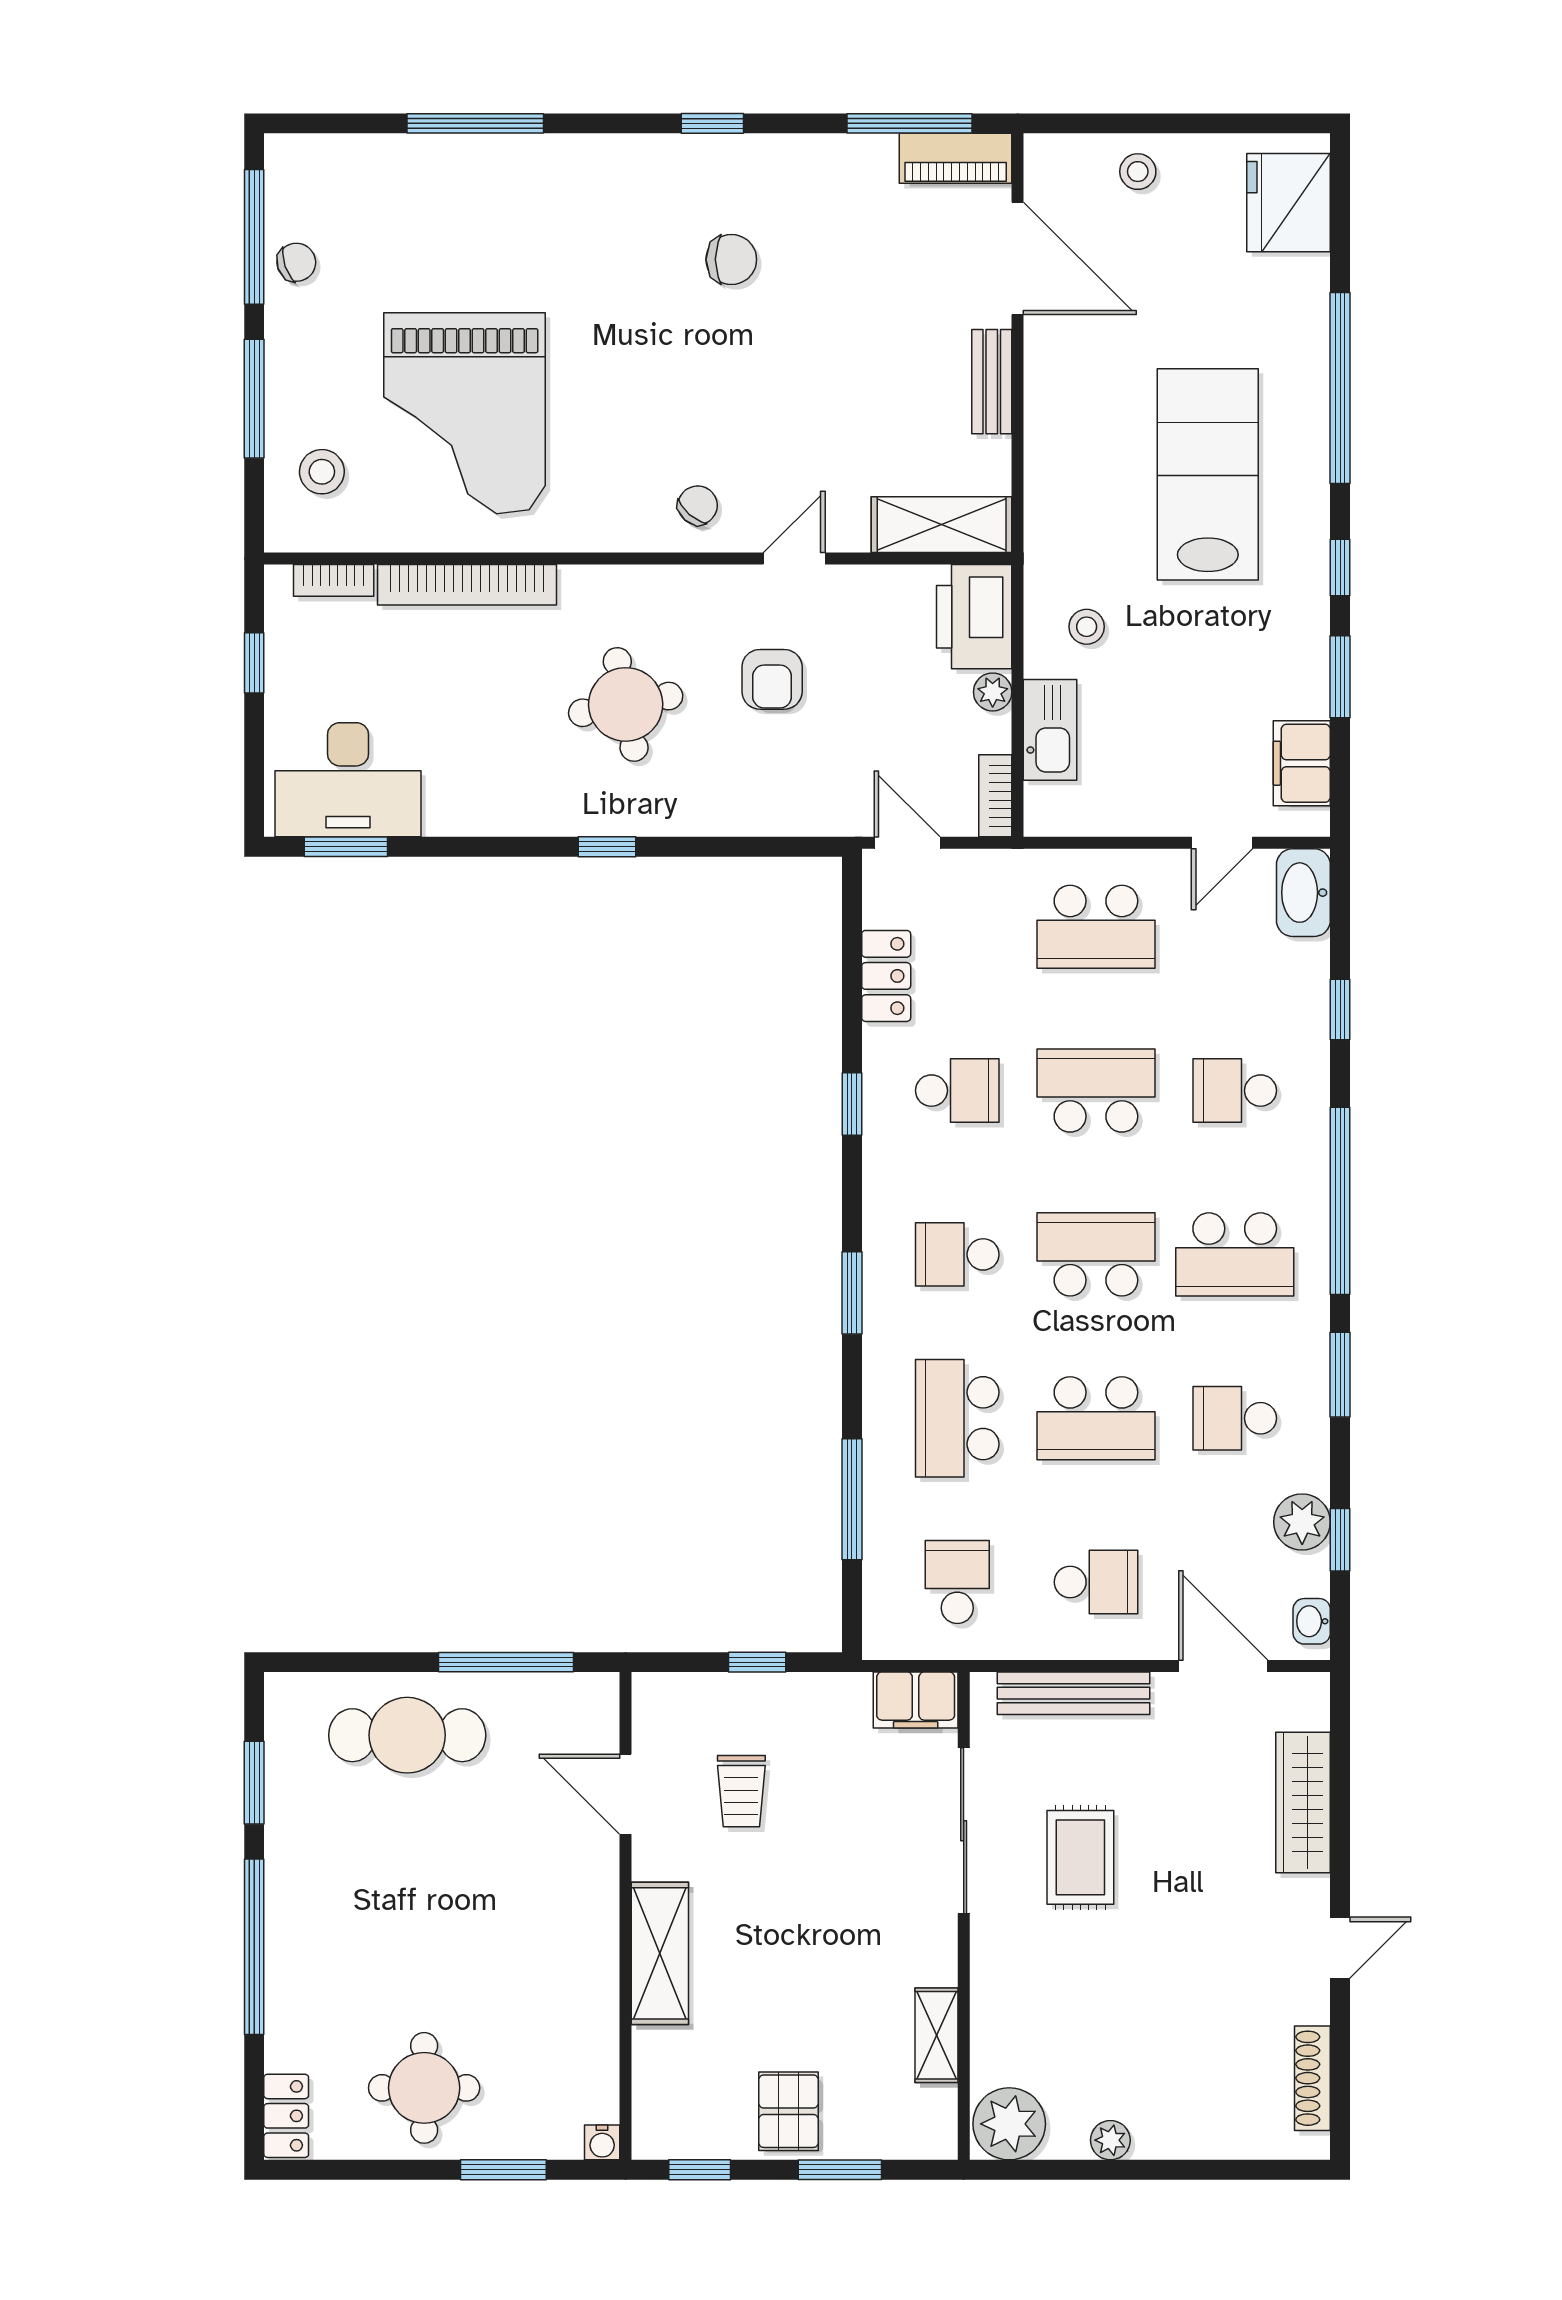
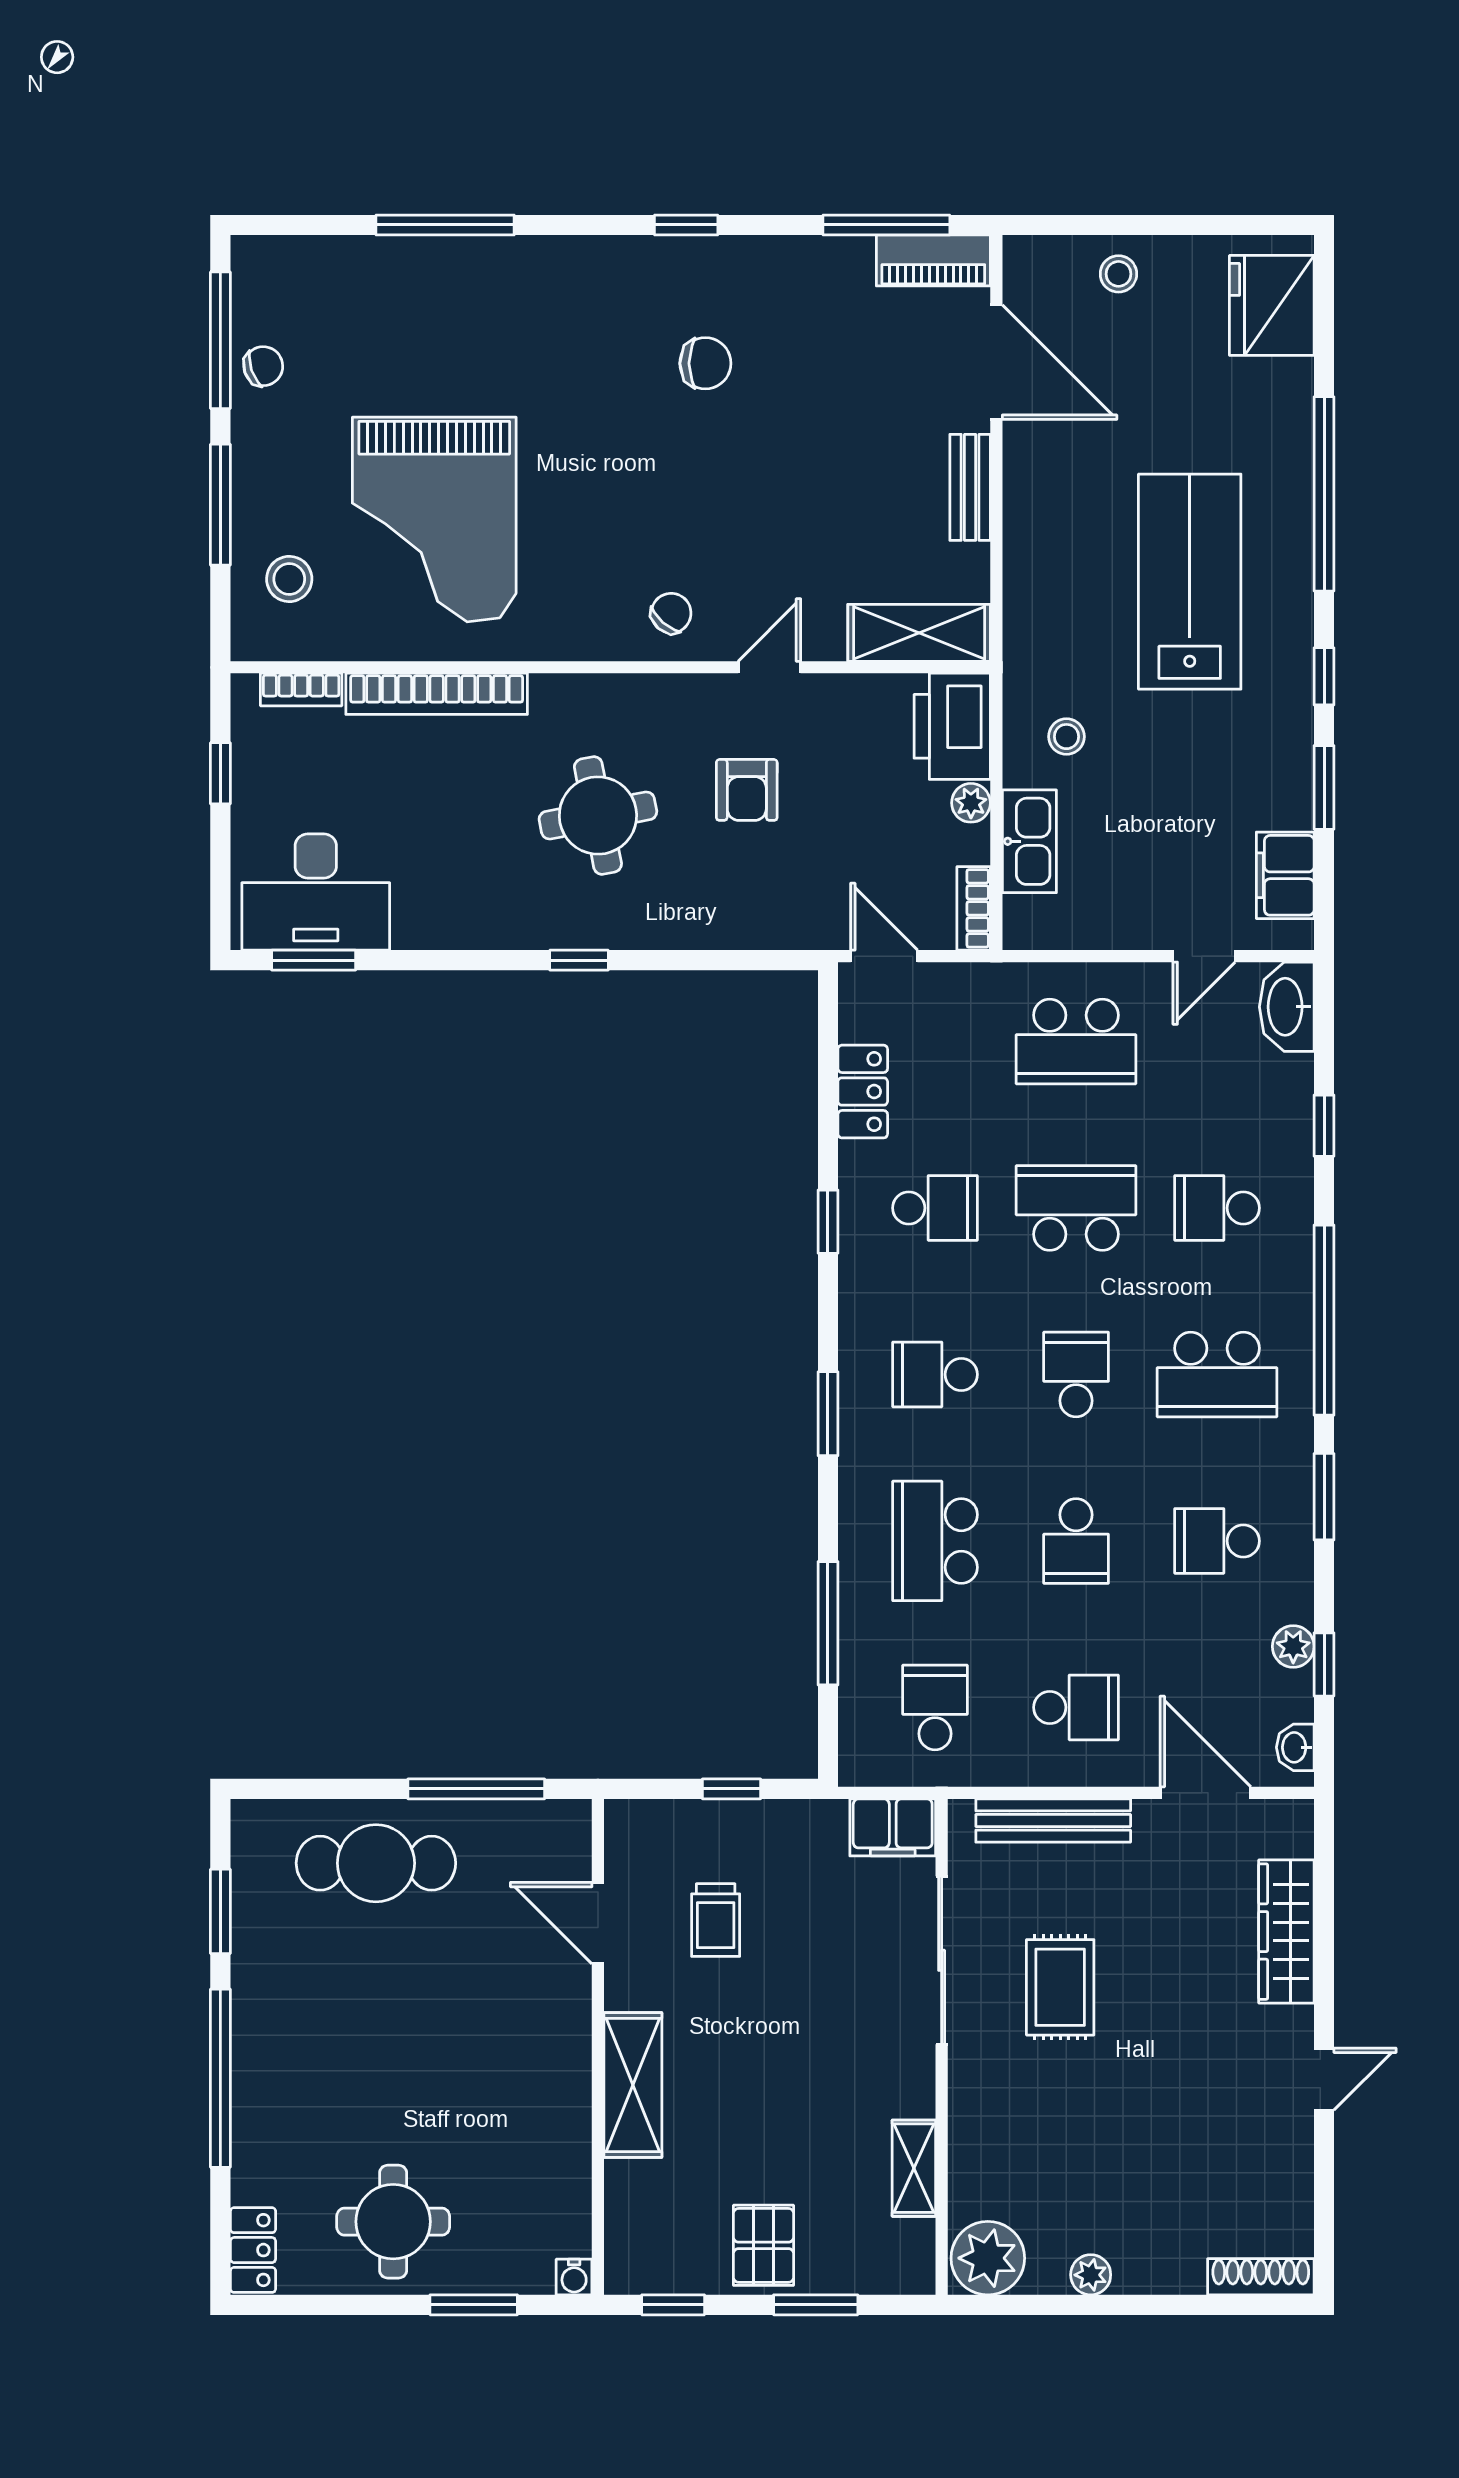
school desk: (1096, 1254) -> (1076, 1374), width x0.54
school desk: (1096, 1418) -> (1076, 1541), width x0.54
plant: (1302, 1522) -> (1293, 1646), width x0.73, depth x0.73
shoe rack: (1312, 2078) -> (1261, 2277), moved, turned 90

